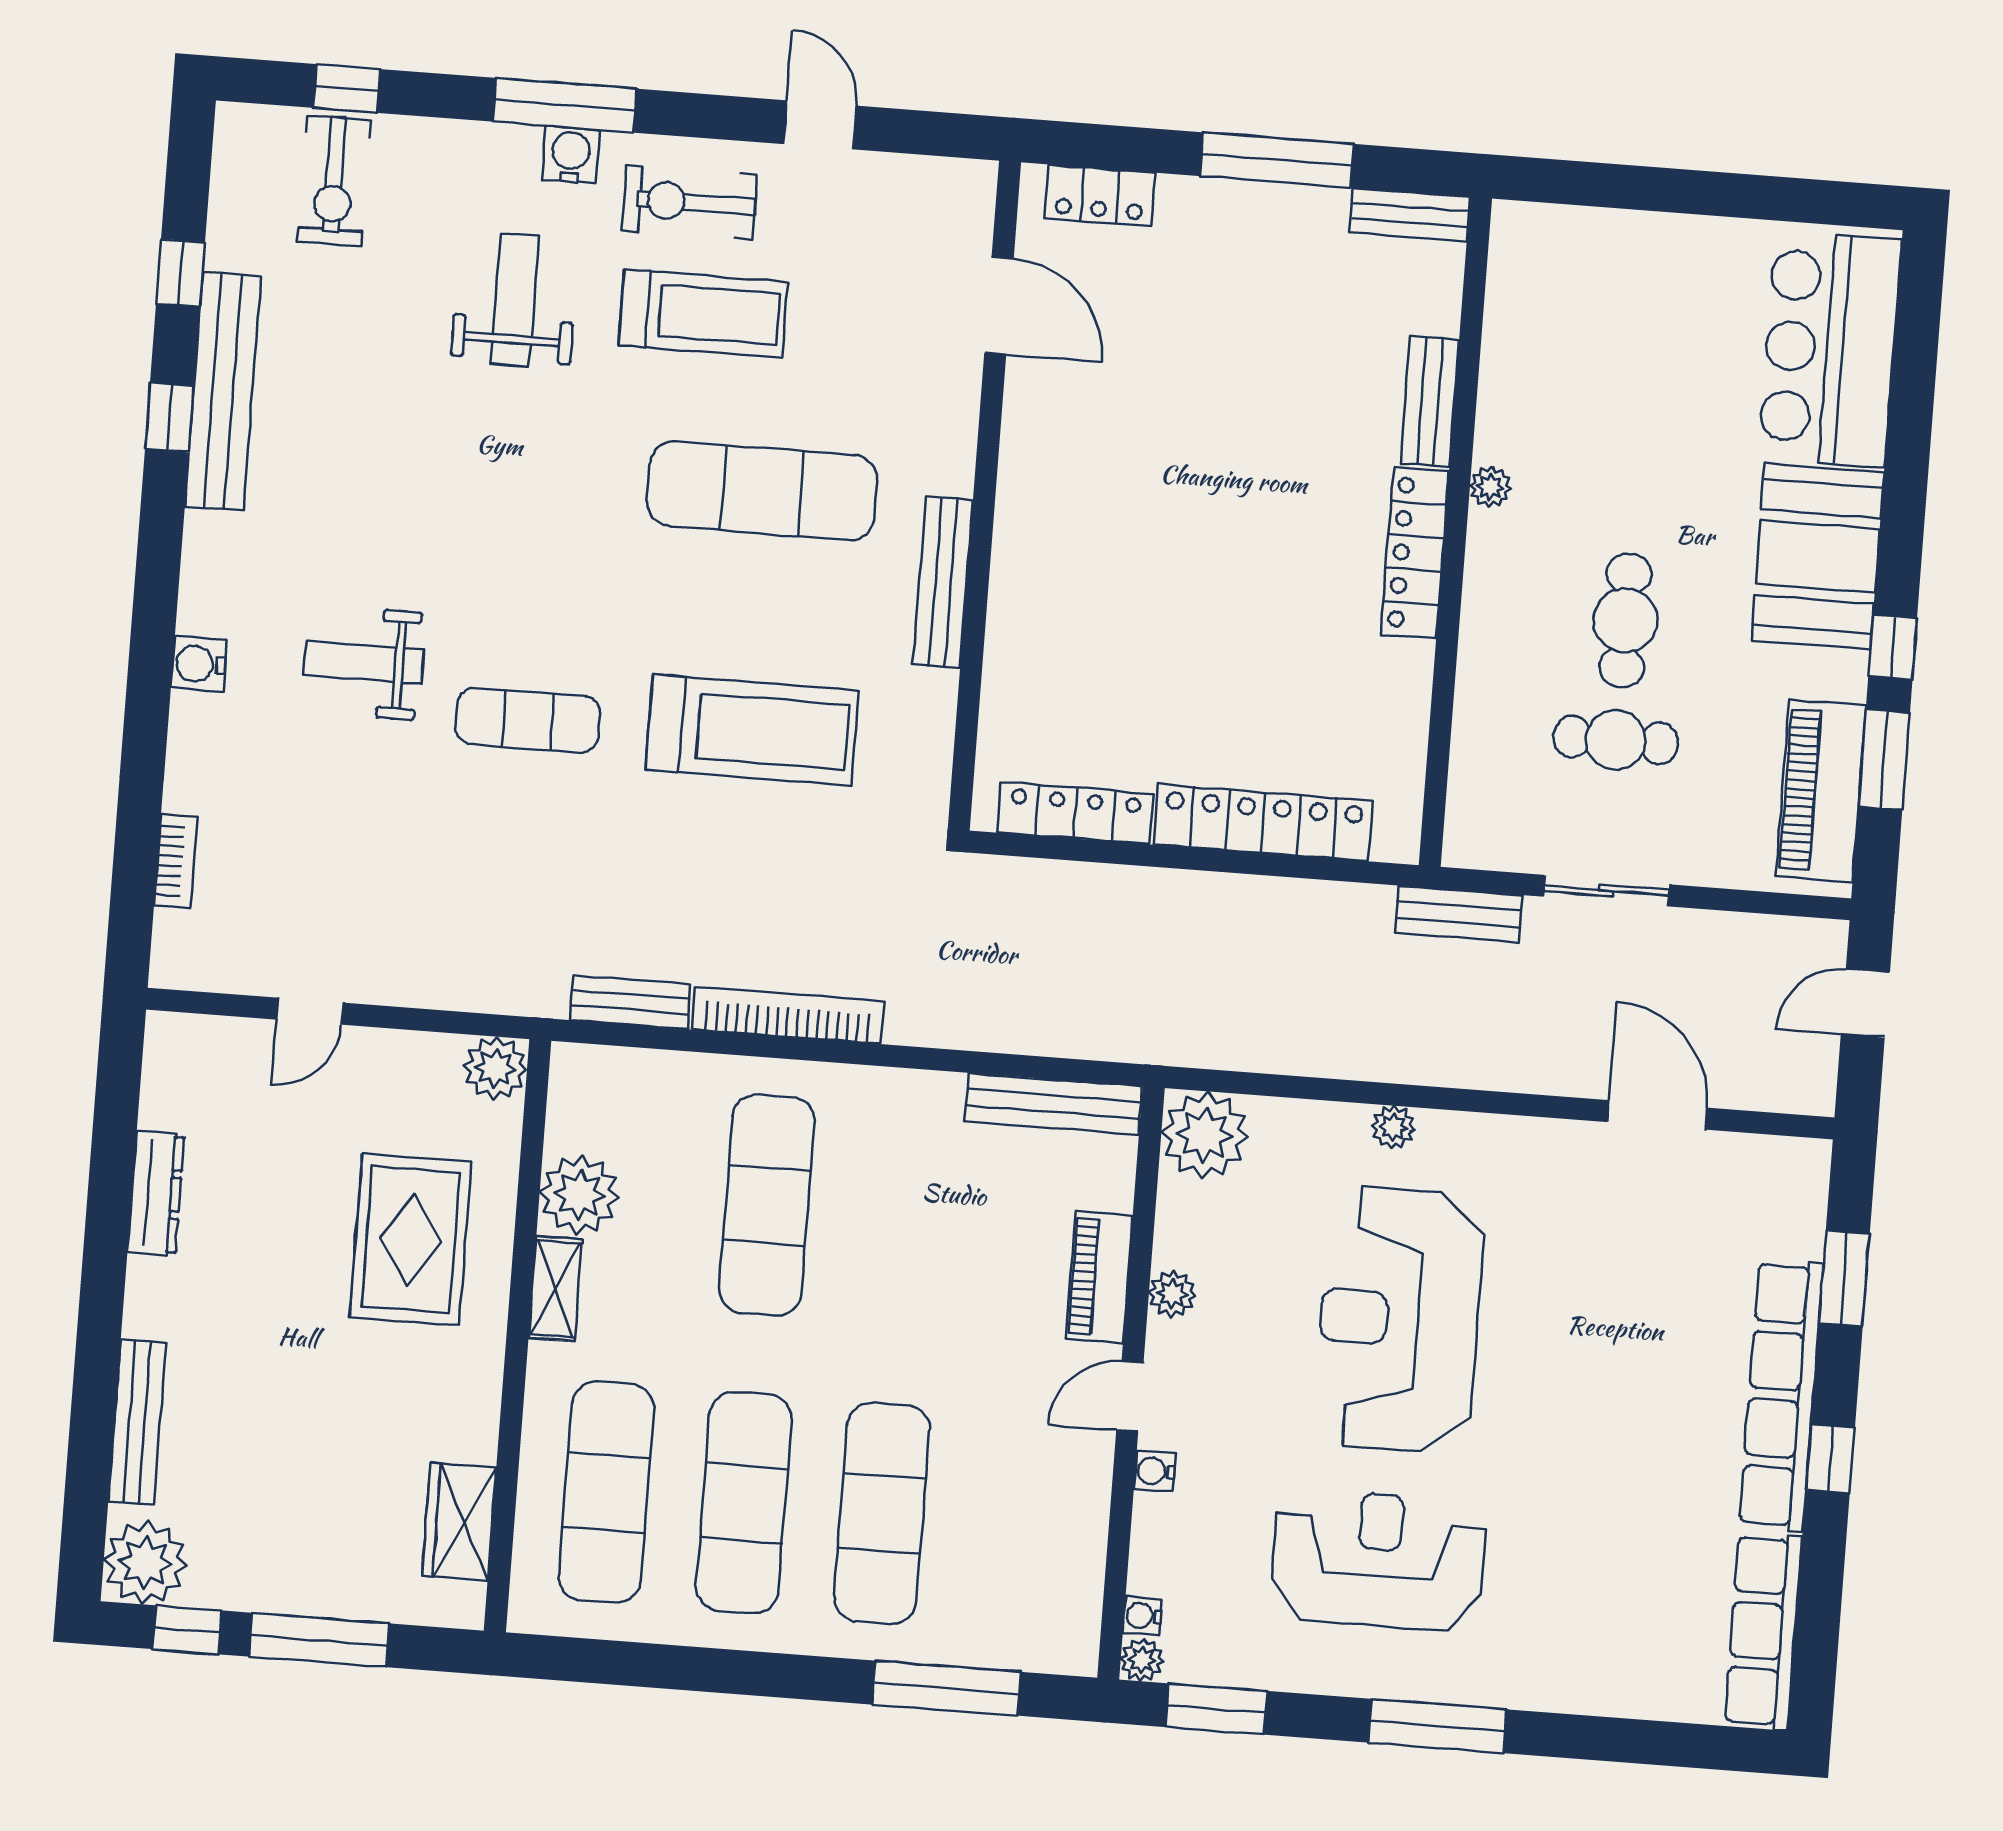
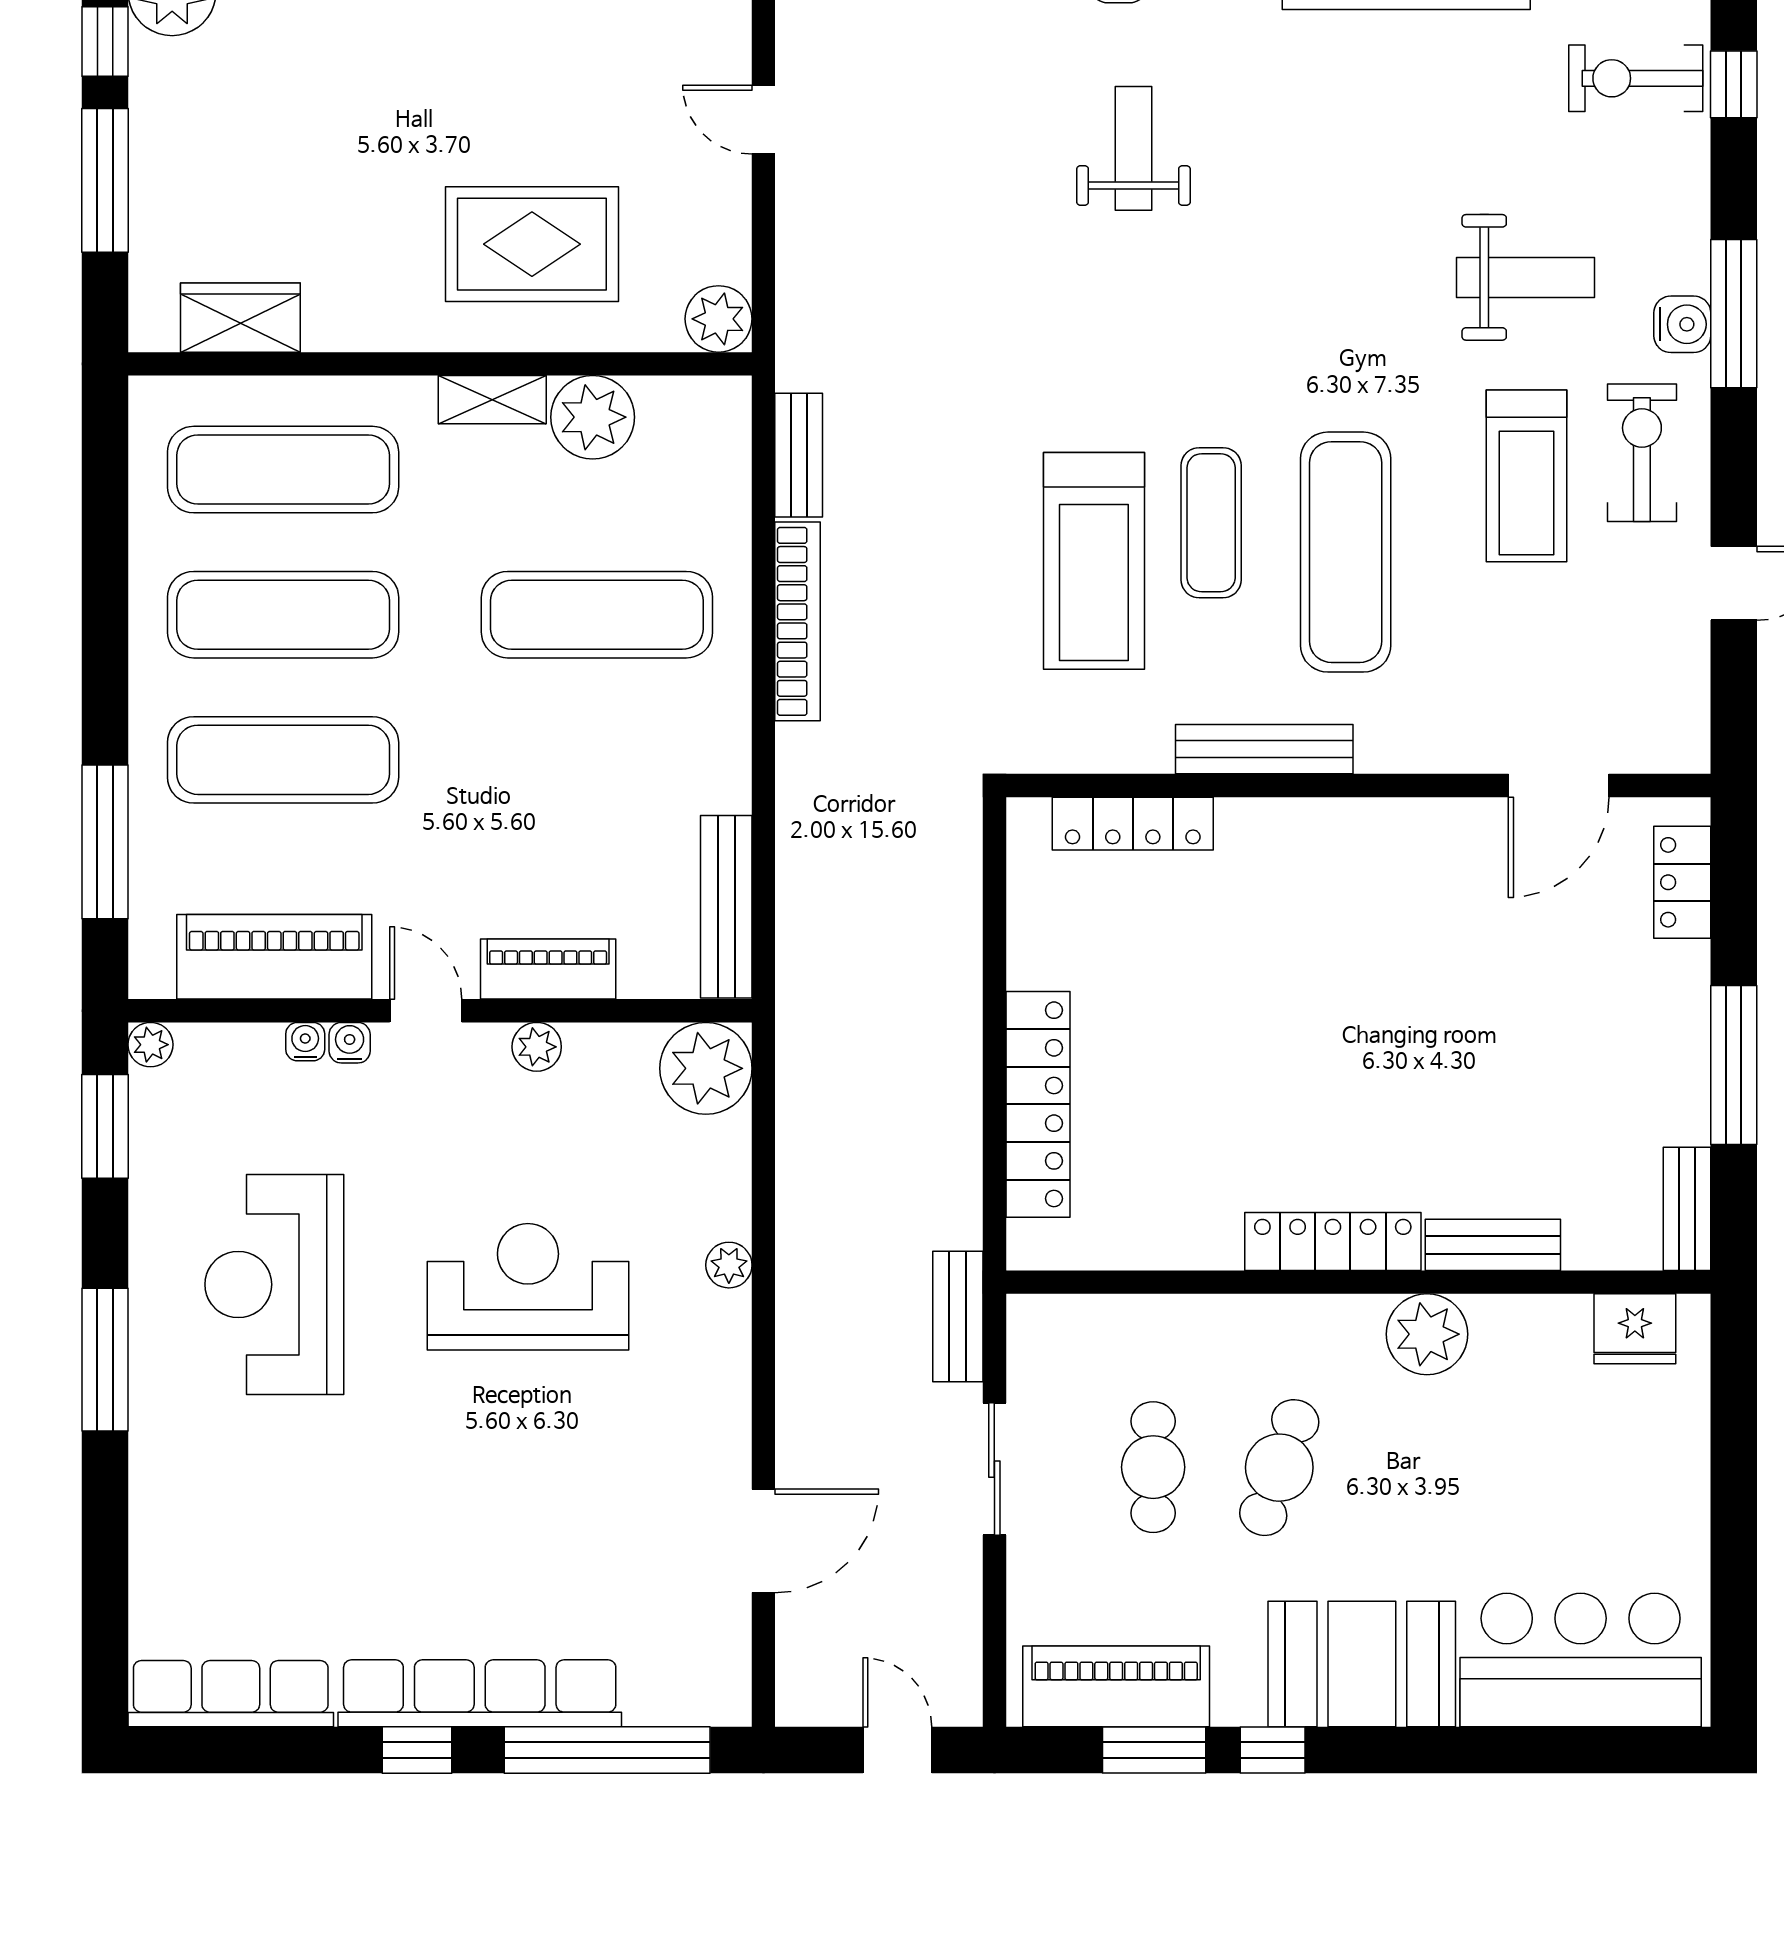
fridge: (1520, 273) -> (1635, 1329), added
plant: (1490, 487) -> (1427, 1334), width x1.88, depth x1.88
cafe table: (1625, 620) -> (1279, 1468), turned -71
exercise mat: (528, 720) -> (1211, 523), moved
locker: (1075, 813) -> (1133, 824), moved, turned 90
window: (1844, 1278) -> (607, 1750), width x2.11
reception desk: (1399, 1320) -> (528, 1287), width x0.74, depth x0.77
piano: (1068, 1536) -> (274, 957), added
reception desk: (1378, 1560) -> (274, 1284), turned 180
water cooler: (1142, 1616) -> (305, 1042), moved

